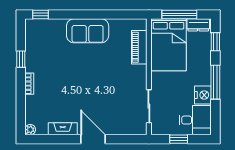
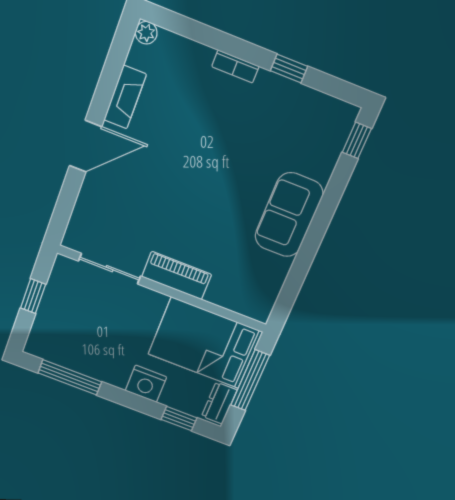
piano: (139, 47) -> (177, 276), moved
window: (215, 82) -> (70, 377), moved
nightstand: (203, 95) -> (146, 384), moved
desk: (195, 120) -> (57, 336), removed

